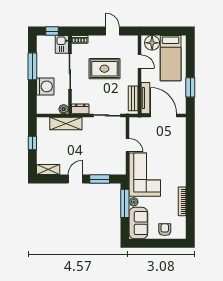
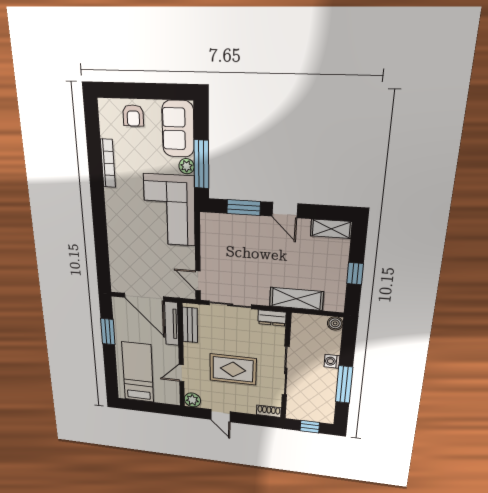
plant: (132, 41) -> (192, 400), added
floor lamp: (152, 43) -> (164, 394), removed
kitchen sink: (62, 44) -> (296, 408), removed
door: (140, 61) -> (182, 373), hinge flipped
washing machine: (45, 86) -> (332, 361), width x0.53, depth x0.53
boiler: (64, 109) -> (335, 323), moved
door: (128, 145) -> (198, 281), moved
door: (75, 179) -> (285, 210), hinge flipped

